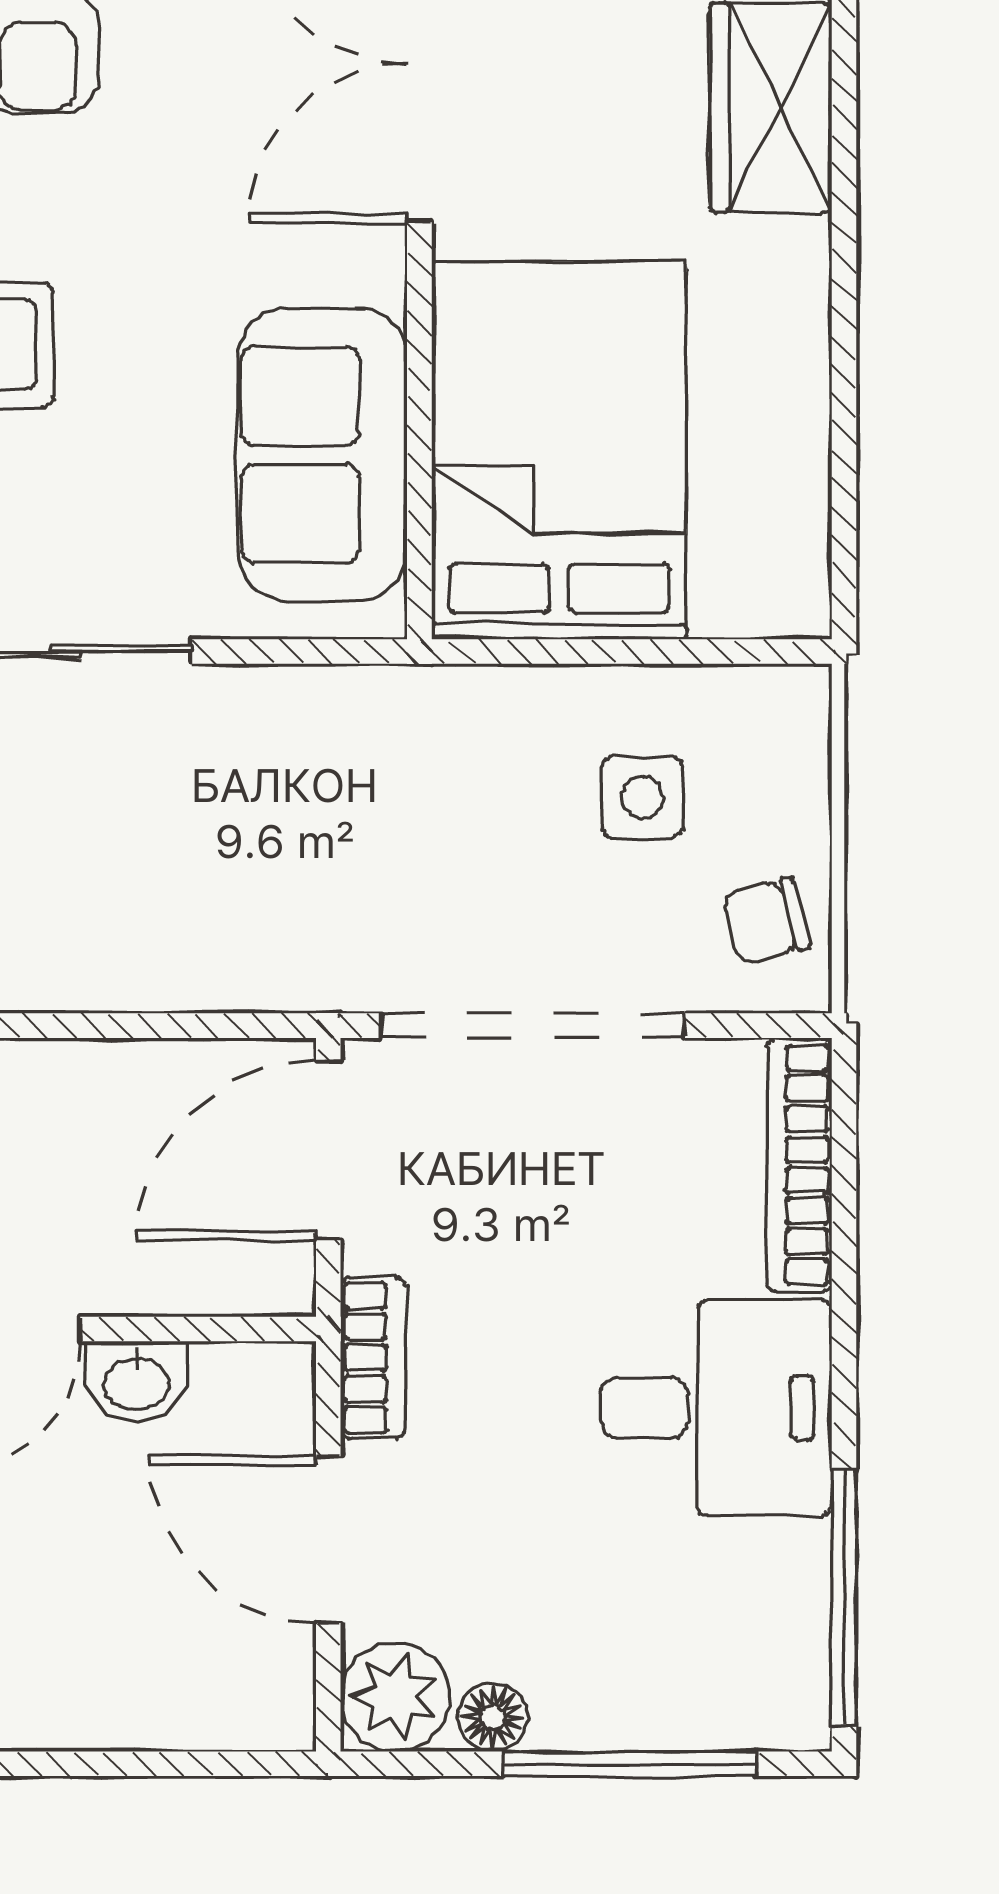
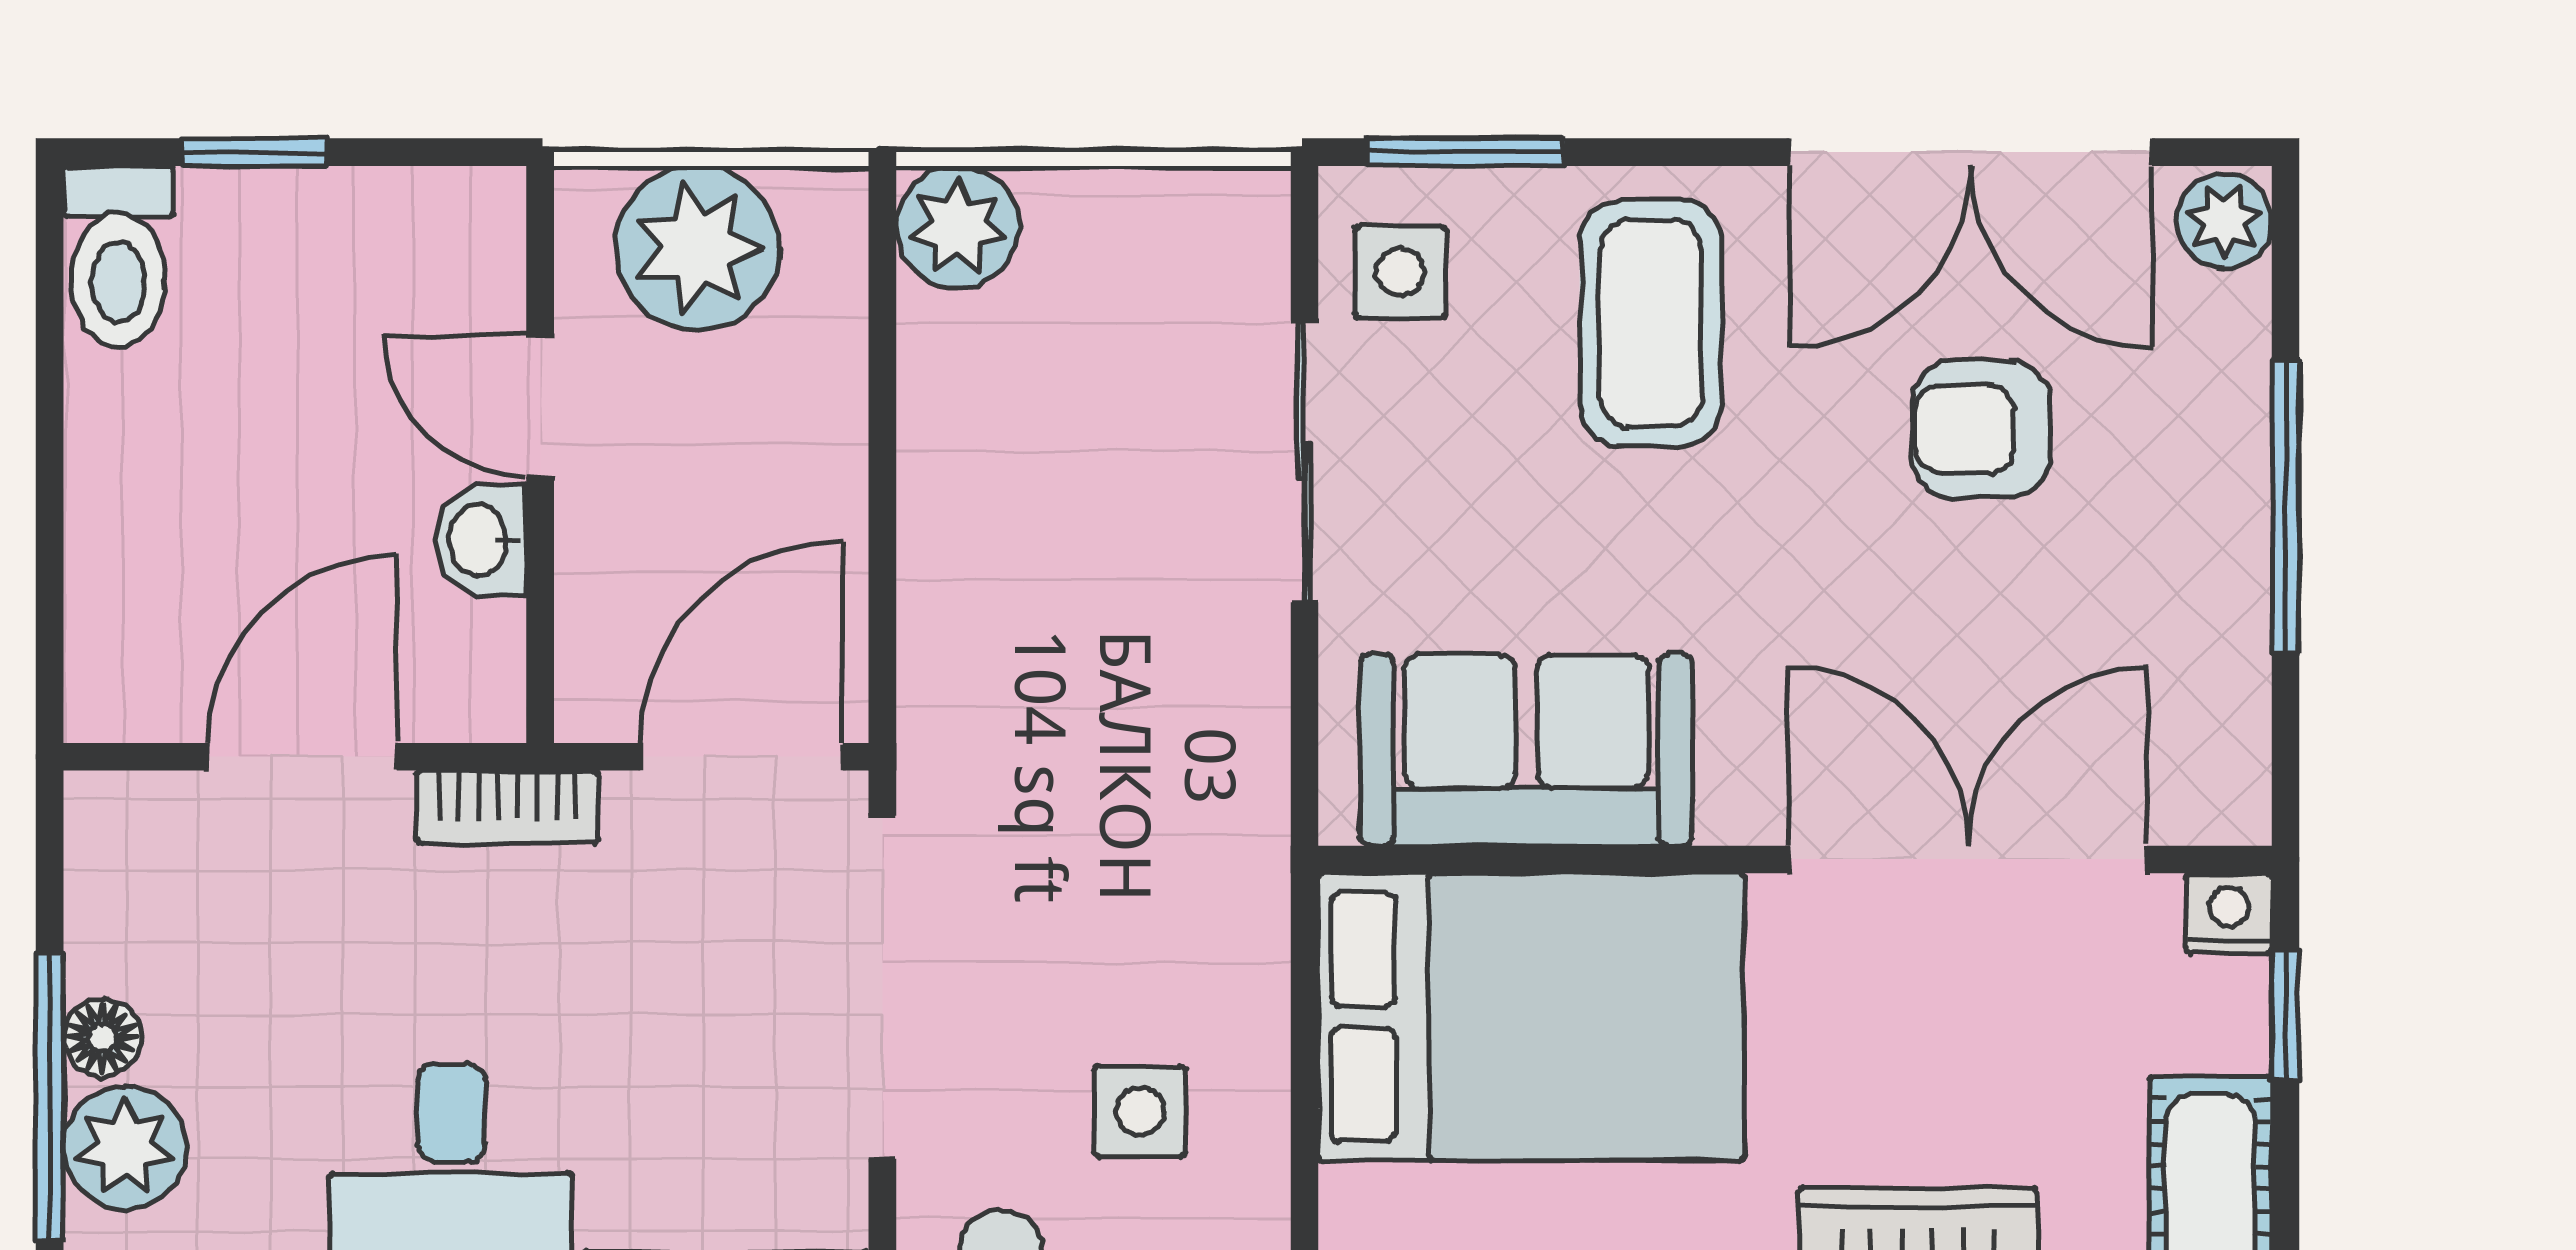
door: (328, 1150) -> (742, 757), hinge flipped
plant: (395, 1697) -> (125, 1147), moved
floor lamp: (493, 1717) -> (102, 1037), moved

